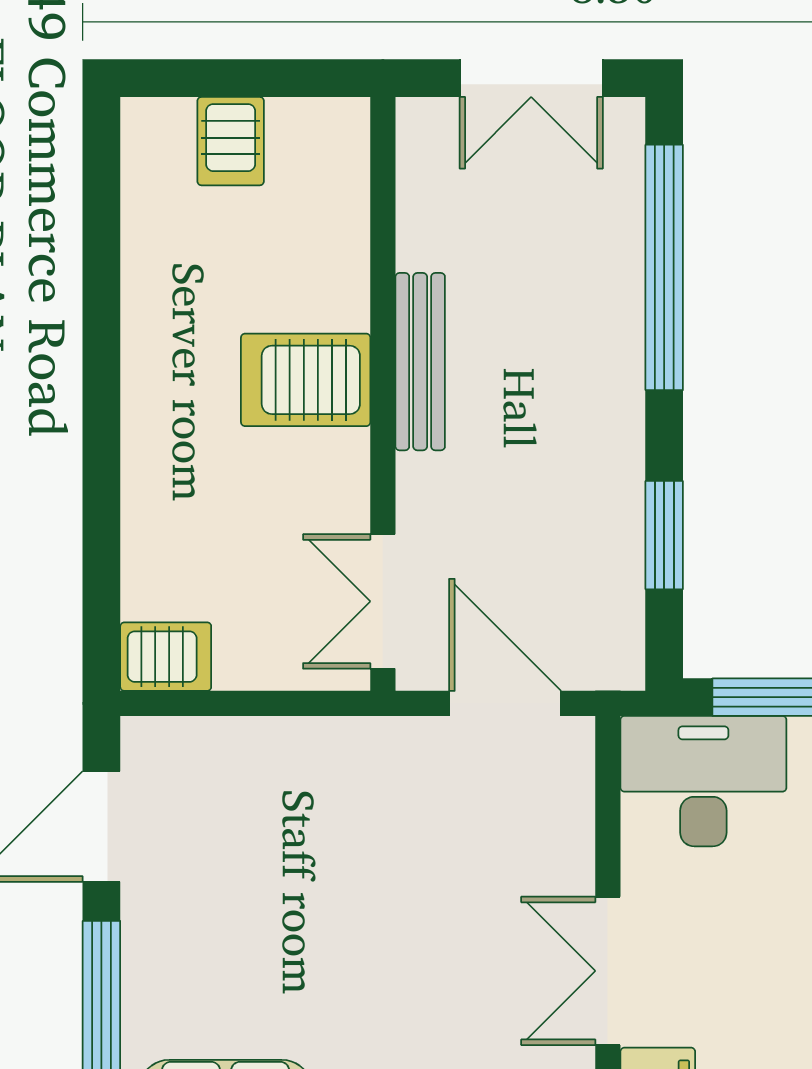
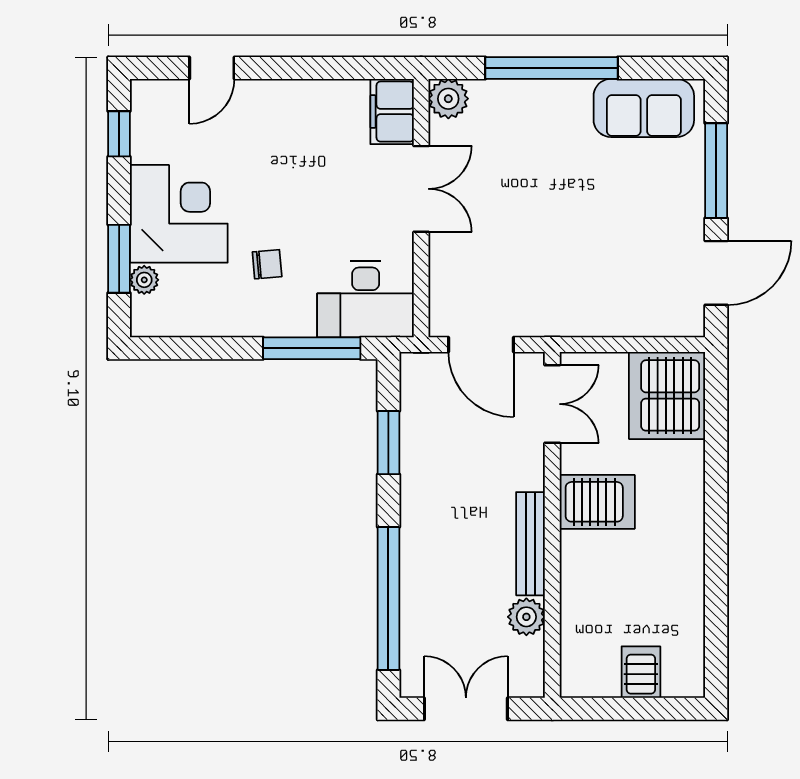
plant: (427, 236) -> (526, 617), added
server rack: (306, 380) -> (597, 502), moved
server rack: (166, 657) -> (667, 395), width x2.18, depth x1.44

